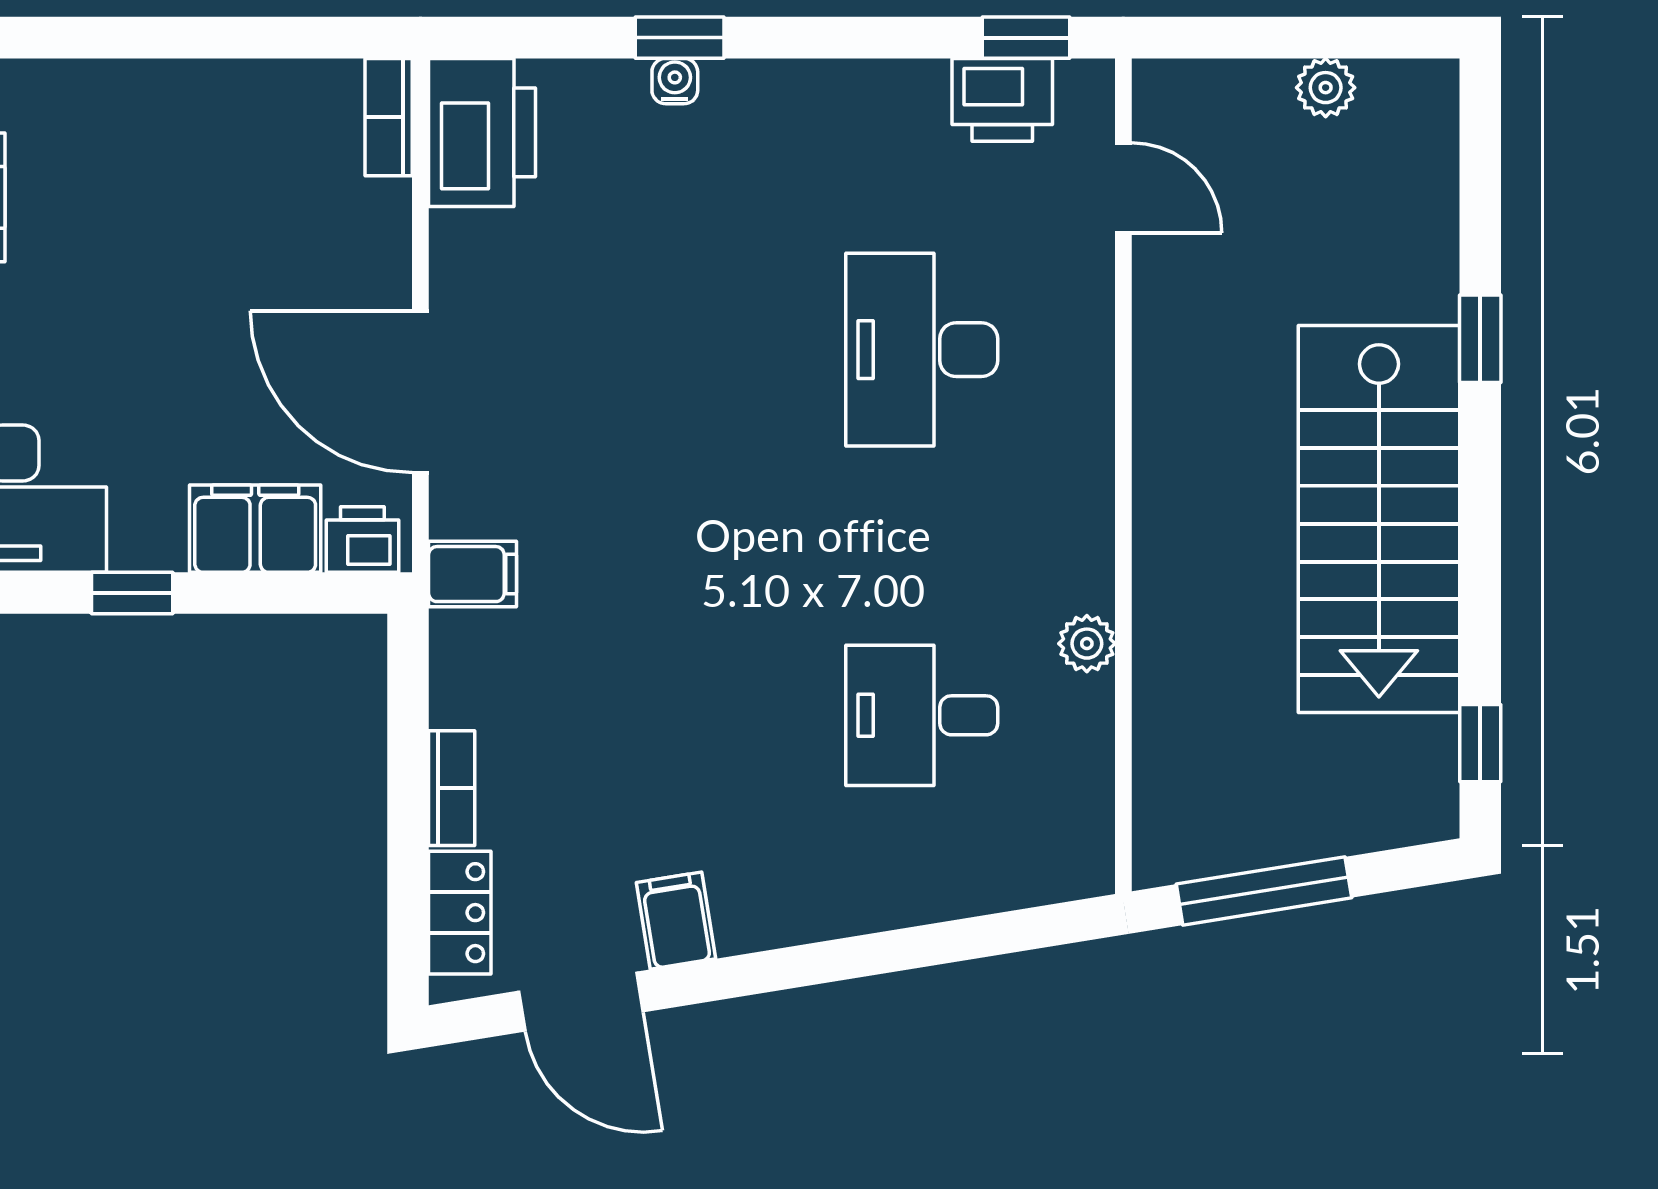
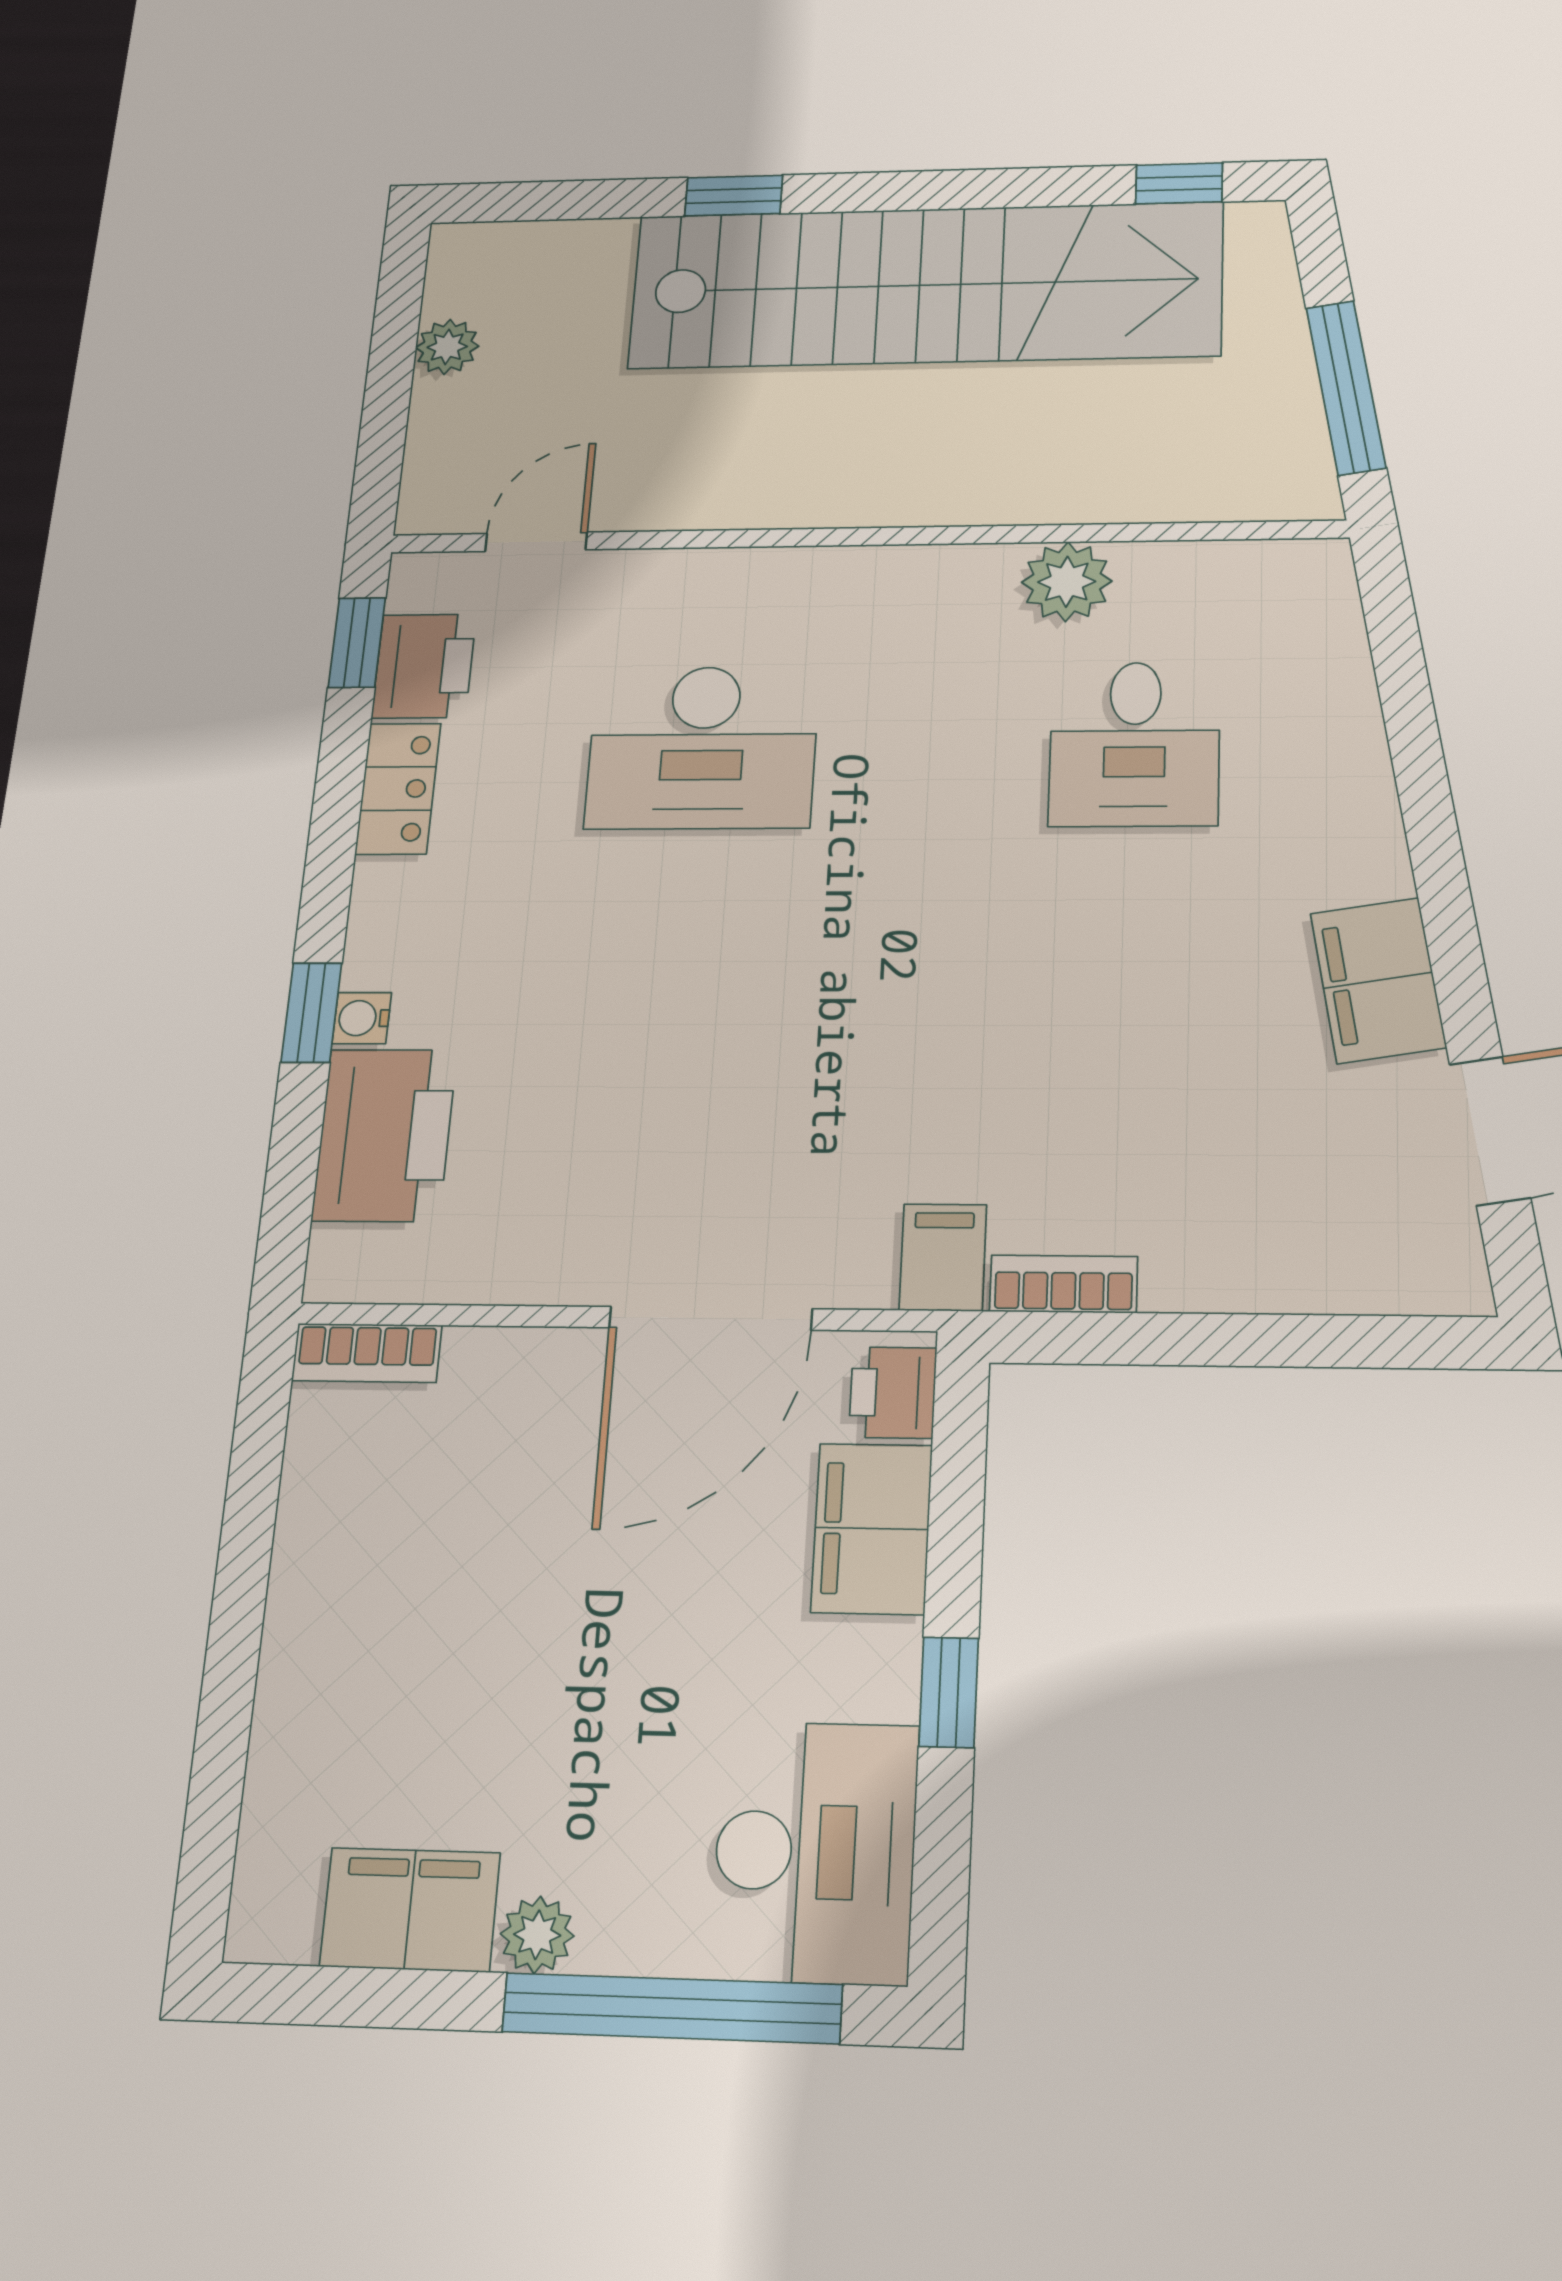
printer: (482, 132) -> (385, 1135), moved, turned 90
stairs: (1379, 519) -> (925, 285), width x1.36
plant: (1087, 644) -> (1067, 582), width x1.38, depth x1.38
bookcase: (452, 788) -> (1064, 1284), moved
locker: (460, 913) -> (398, 789), moved, turned 90
filing cabinet: (676, 921) -> (1378, 980), width x2.00

